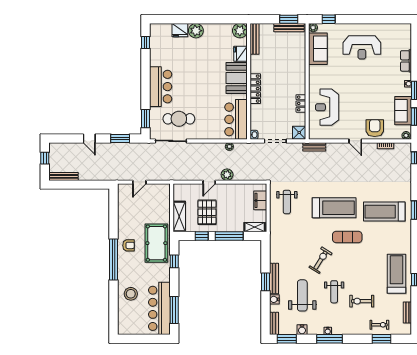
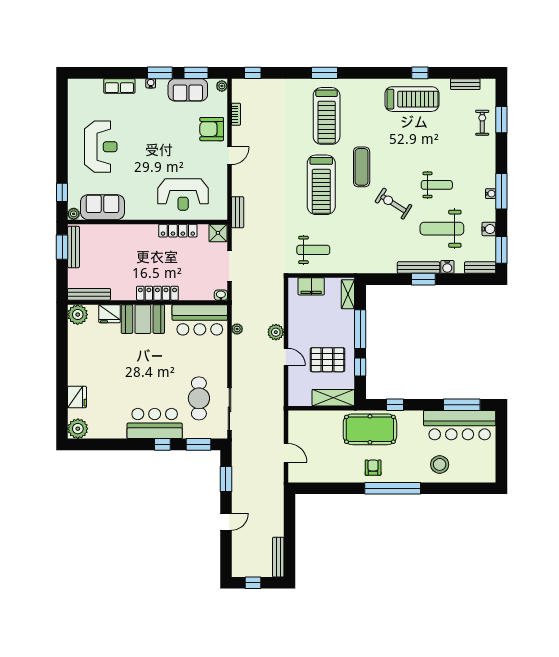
plant: (196, 31) -> (78, 429), moved
window: (145, 43) -> (162, 444), moved
locker: (301, 103) -> (178, 231), width x1.53
treadmill: (334, 208) -> (321, 185), turned 180
treadmill: (397, 274) -> (412, 99), turned 180
exercise bike: (362, 301) -> (450, 147), removed

